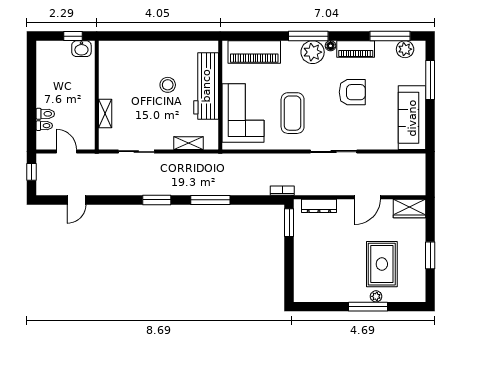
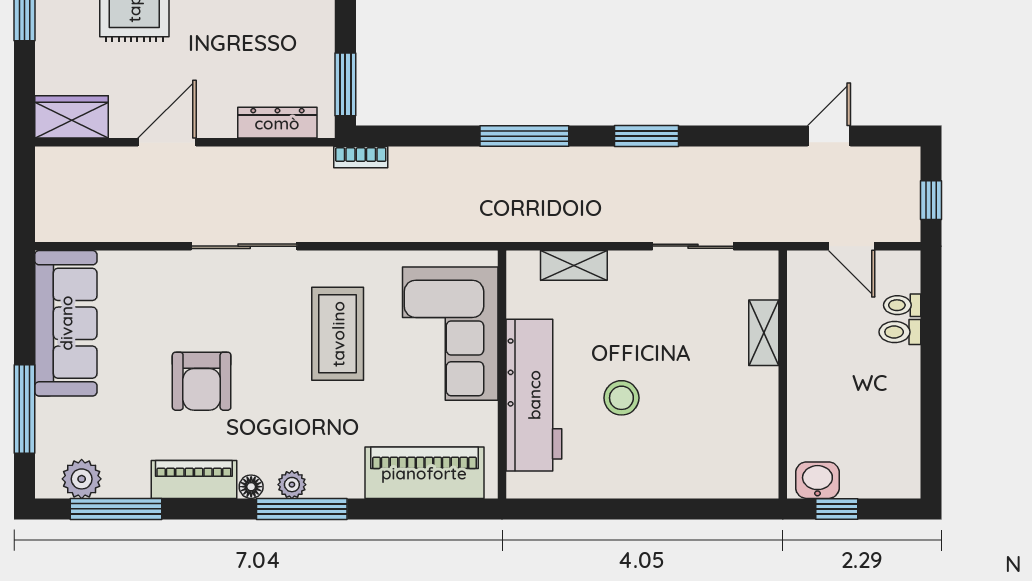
plant: (313, 52) -> (292, 485), width x0.53, depth x0.53
armchair: (352, 92) -> (202, 381), turned -90

